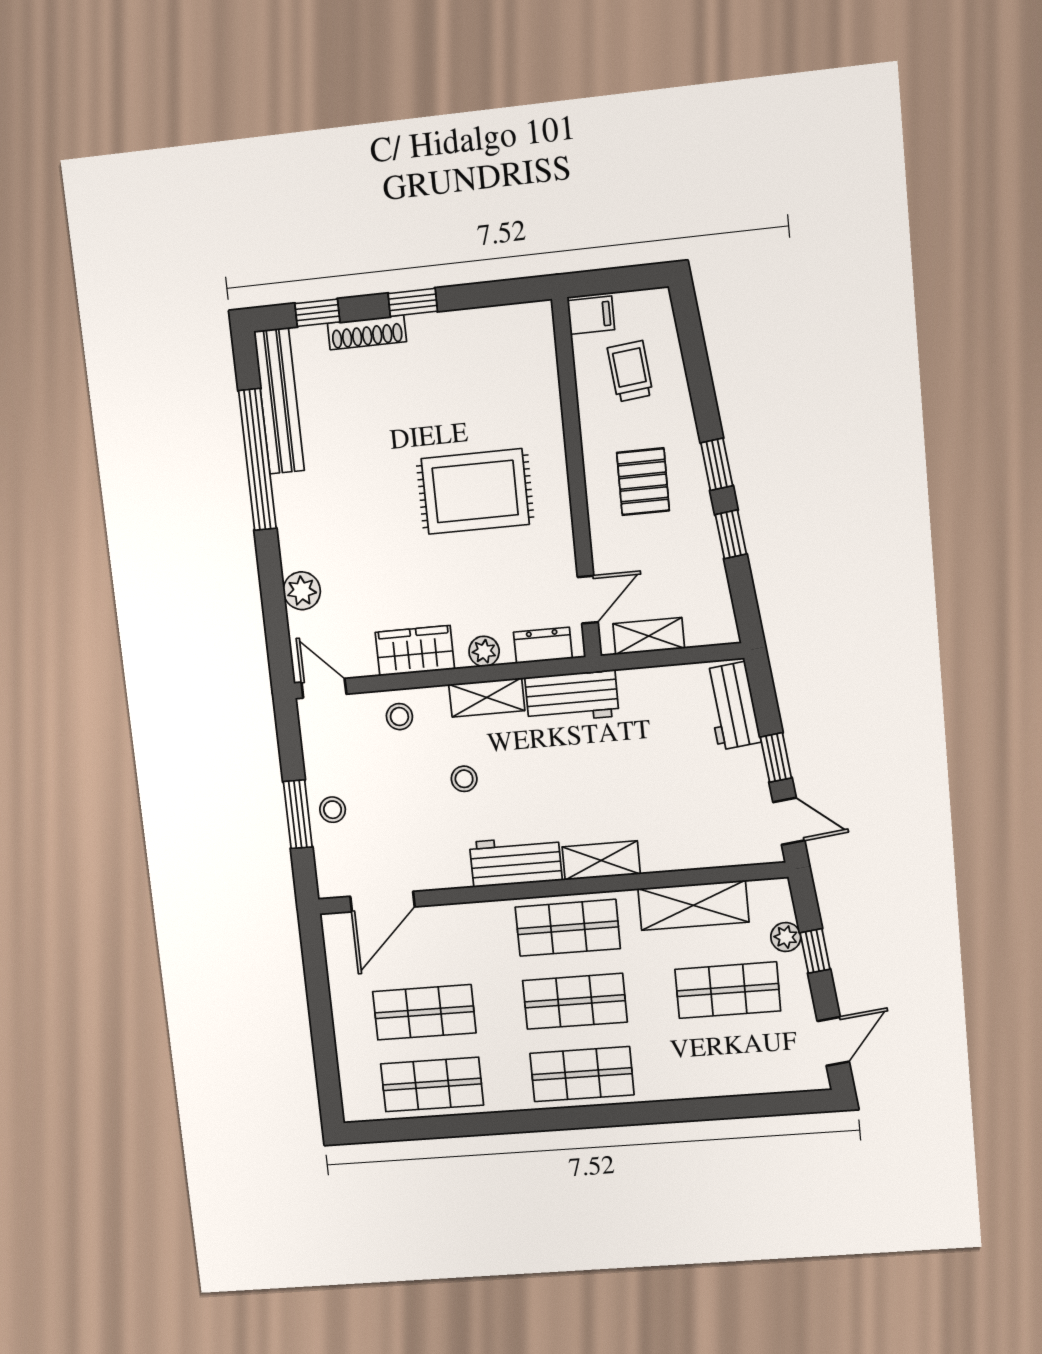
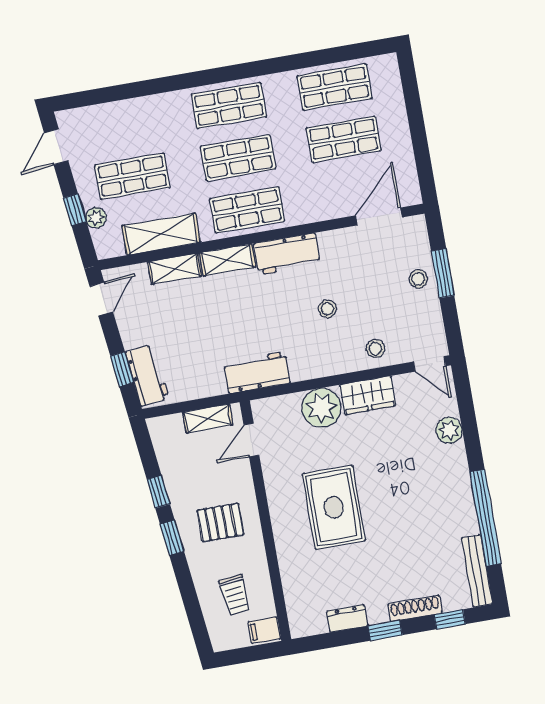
bench: (279, 401) -> (477, 571), width x0.73, depth x0.82
pallet: (643, 482) -> (220, 522), turned 90
rug: (475, 491) -> (334, 507), turned 90
dresser: (543, 645) -> (347, 618), moved, turned 180
plant: (484, 651) -> (321, 408), width x1.88, depth x1.88
shelving: (487, 697) -> (175, 269), moved
window: (776, 757) -> (122, 369), moved
door: (789, 821) -> (101, 299), swing flipped

